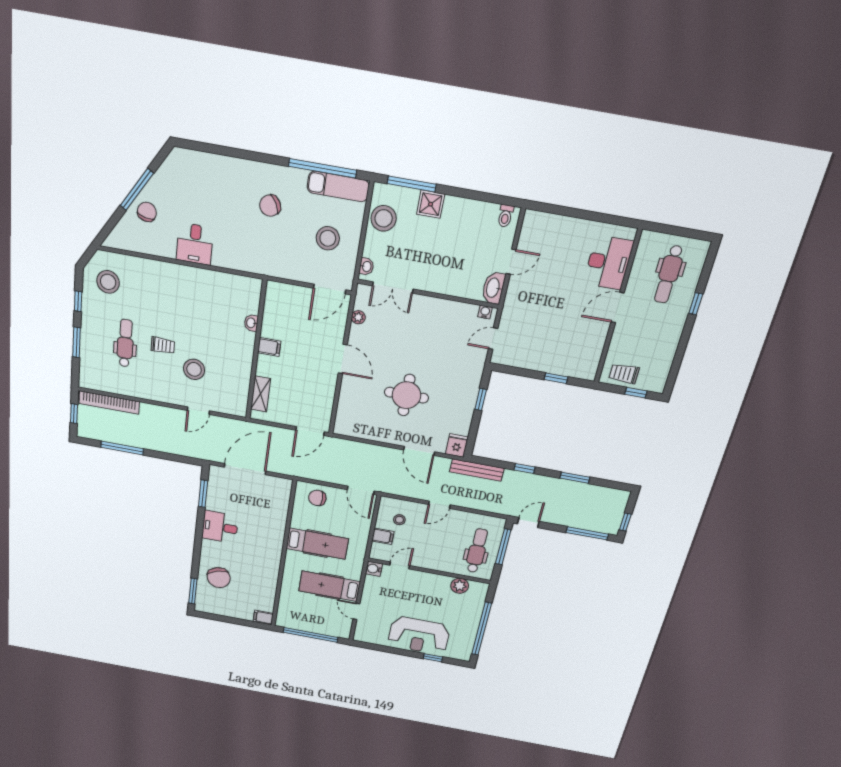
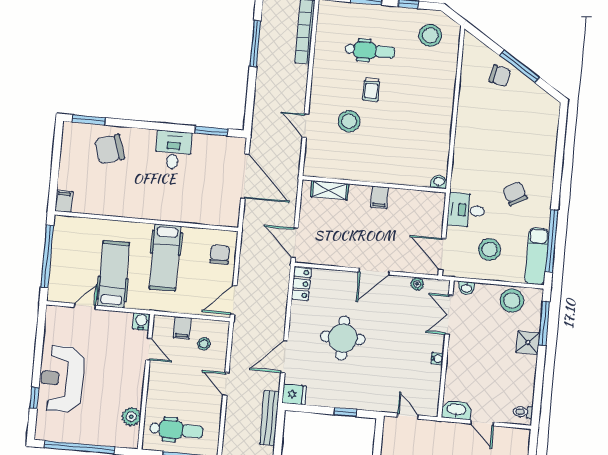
desk: (195, 244) -> (466, 210), moved
water cooler: (485, 312) -> (437, 359), moved
washbasin: (251, 323) -> (439, 182), moved
locker: (350, 429) -> (301, 284), added

